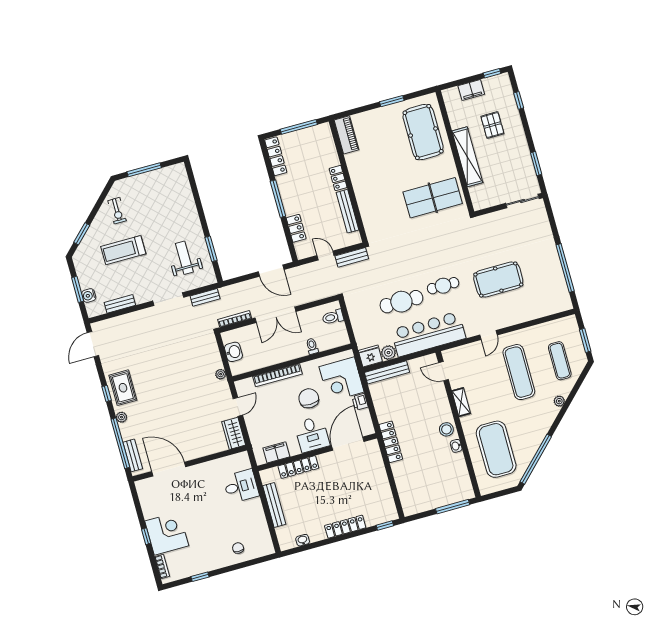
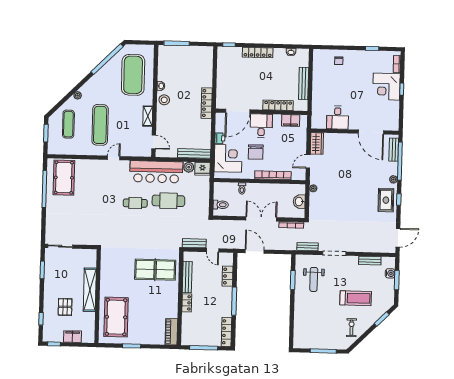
table tennis table: (433, 198) -> (155, 270), moved
pool table: (498, 280) -> (64, 178), moved, turned 90
desk: (241, 486) -> (338, 118), moved, turned -90

